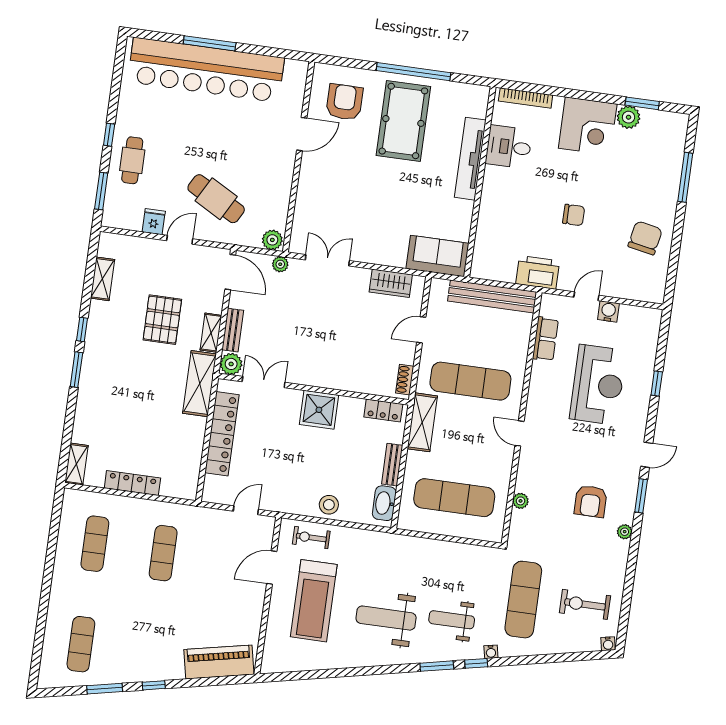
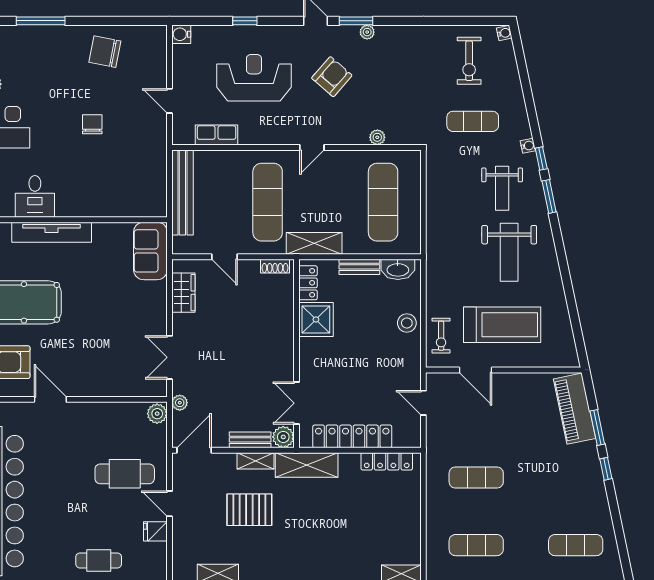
cafe table: (216, 199) -> (125, 474), turned 61
printer: (538, 272) -> (153, 151), removed
water cooler: (608, 311) -> (181, 34), moved
shower: (319, 410) -> (316, 319), moved
locker: (132, 483) -> (387, 461), moved, turned -90
armchair: (591, 501) -> (332, 77), moved, turned -49
plant: (625, 532) -> (367, 32), moved
exercise mat: (523, 600) -> (473, 121), width x0.73, depth x0.69
window: (105, 689) -> (597, 428), moved

